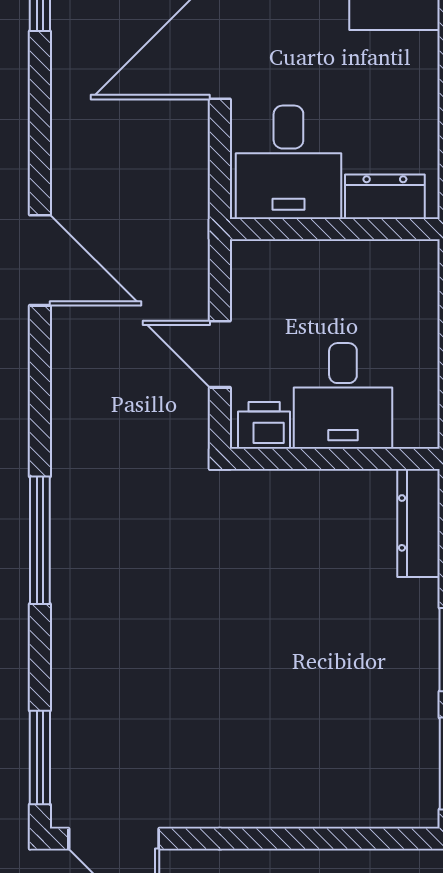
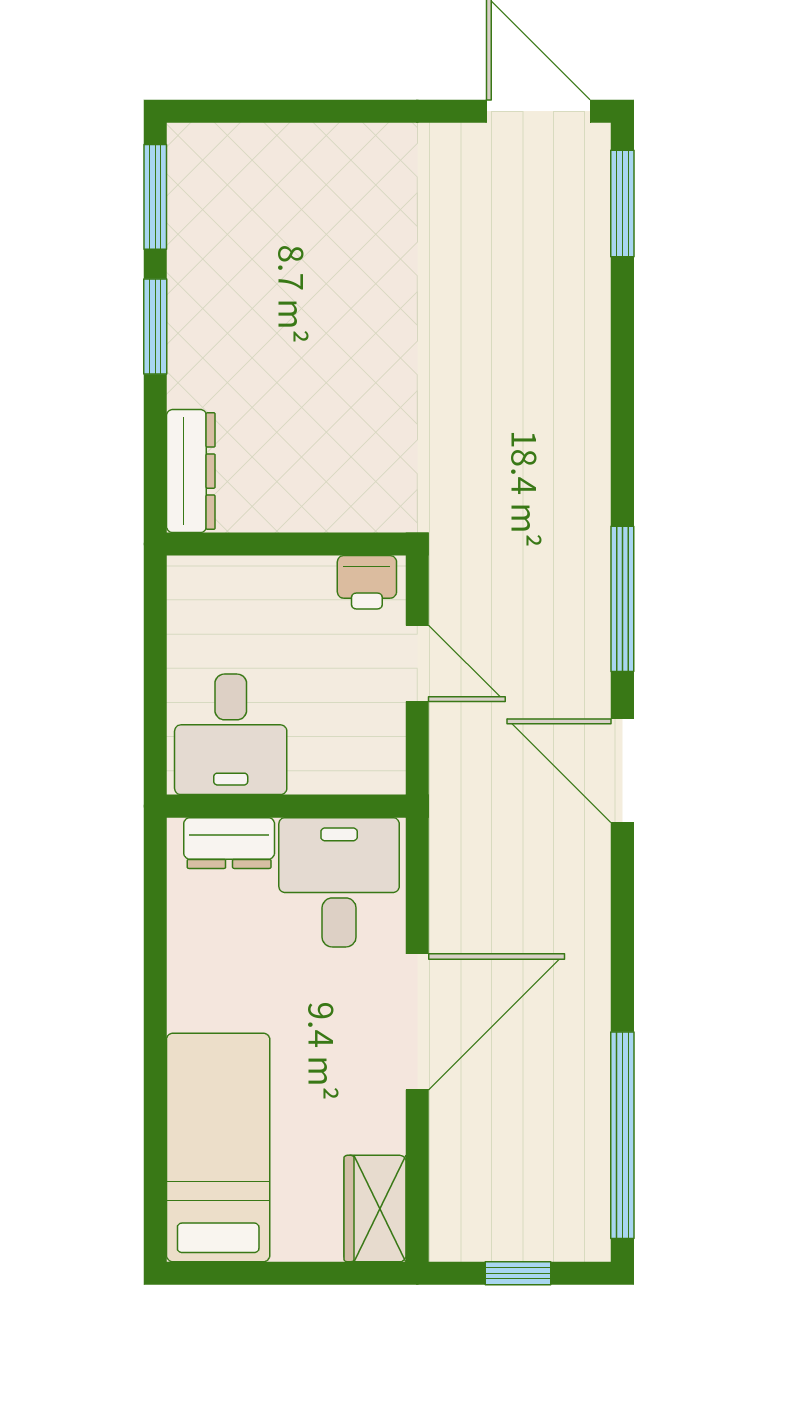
desk: (343, 396) -> (231, 734), moved, turned 180
window: (40, 540) -> (622, 599), moved

